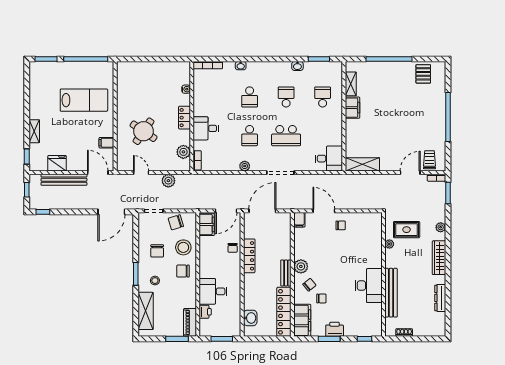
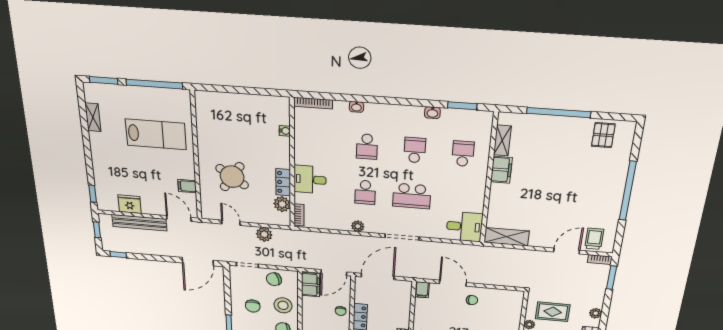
locker: (185, 118) -> (283, 182), moved
shelving: (34, 131) -> (93, 117), moved

